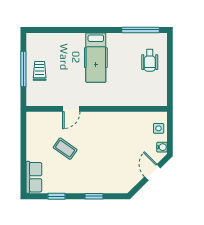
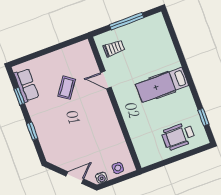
window: (141, 30) -> (203, 117), width x0.46
wheelchair: (150, 60) -> (178, 136), width x1.36, depth x1.37
trolley: (40, 71) -> (114, 48), moved
row of seats: (34, 177) -> (26, 85), moved, turned -90

